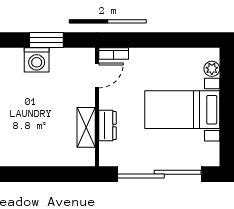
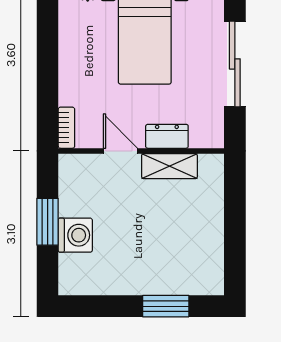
door: (97, 75) -> (120, 151), moved
sliding door: (159, 174) -> (235, 64), width x0.73

